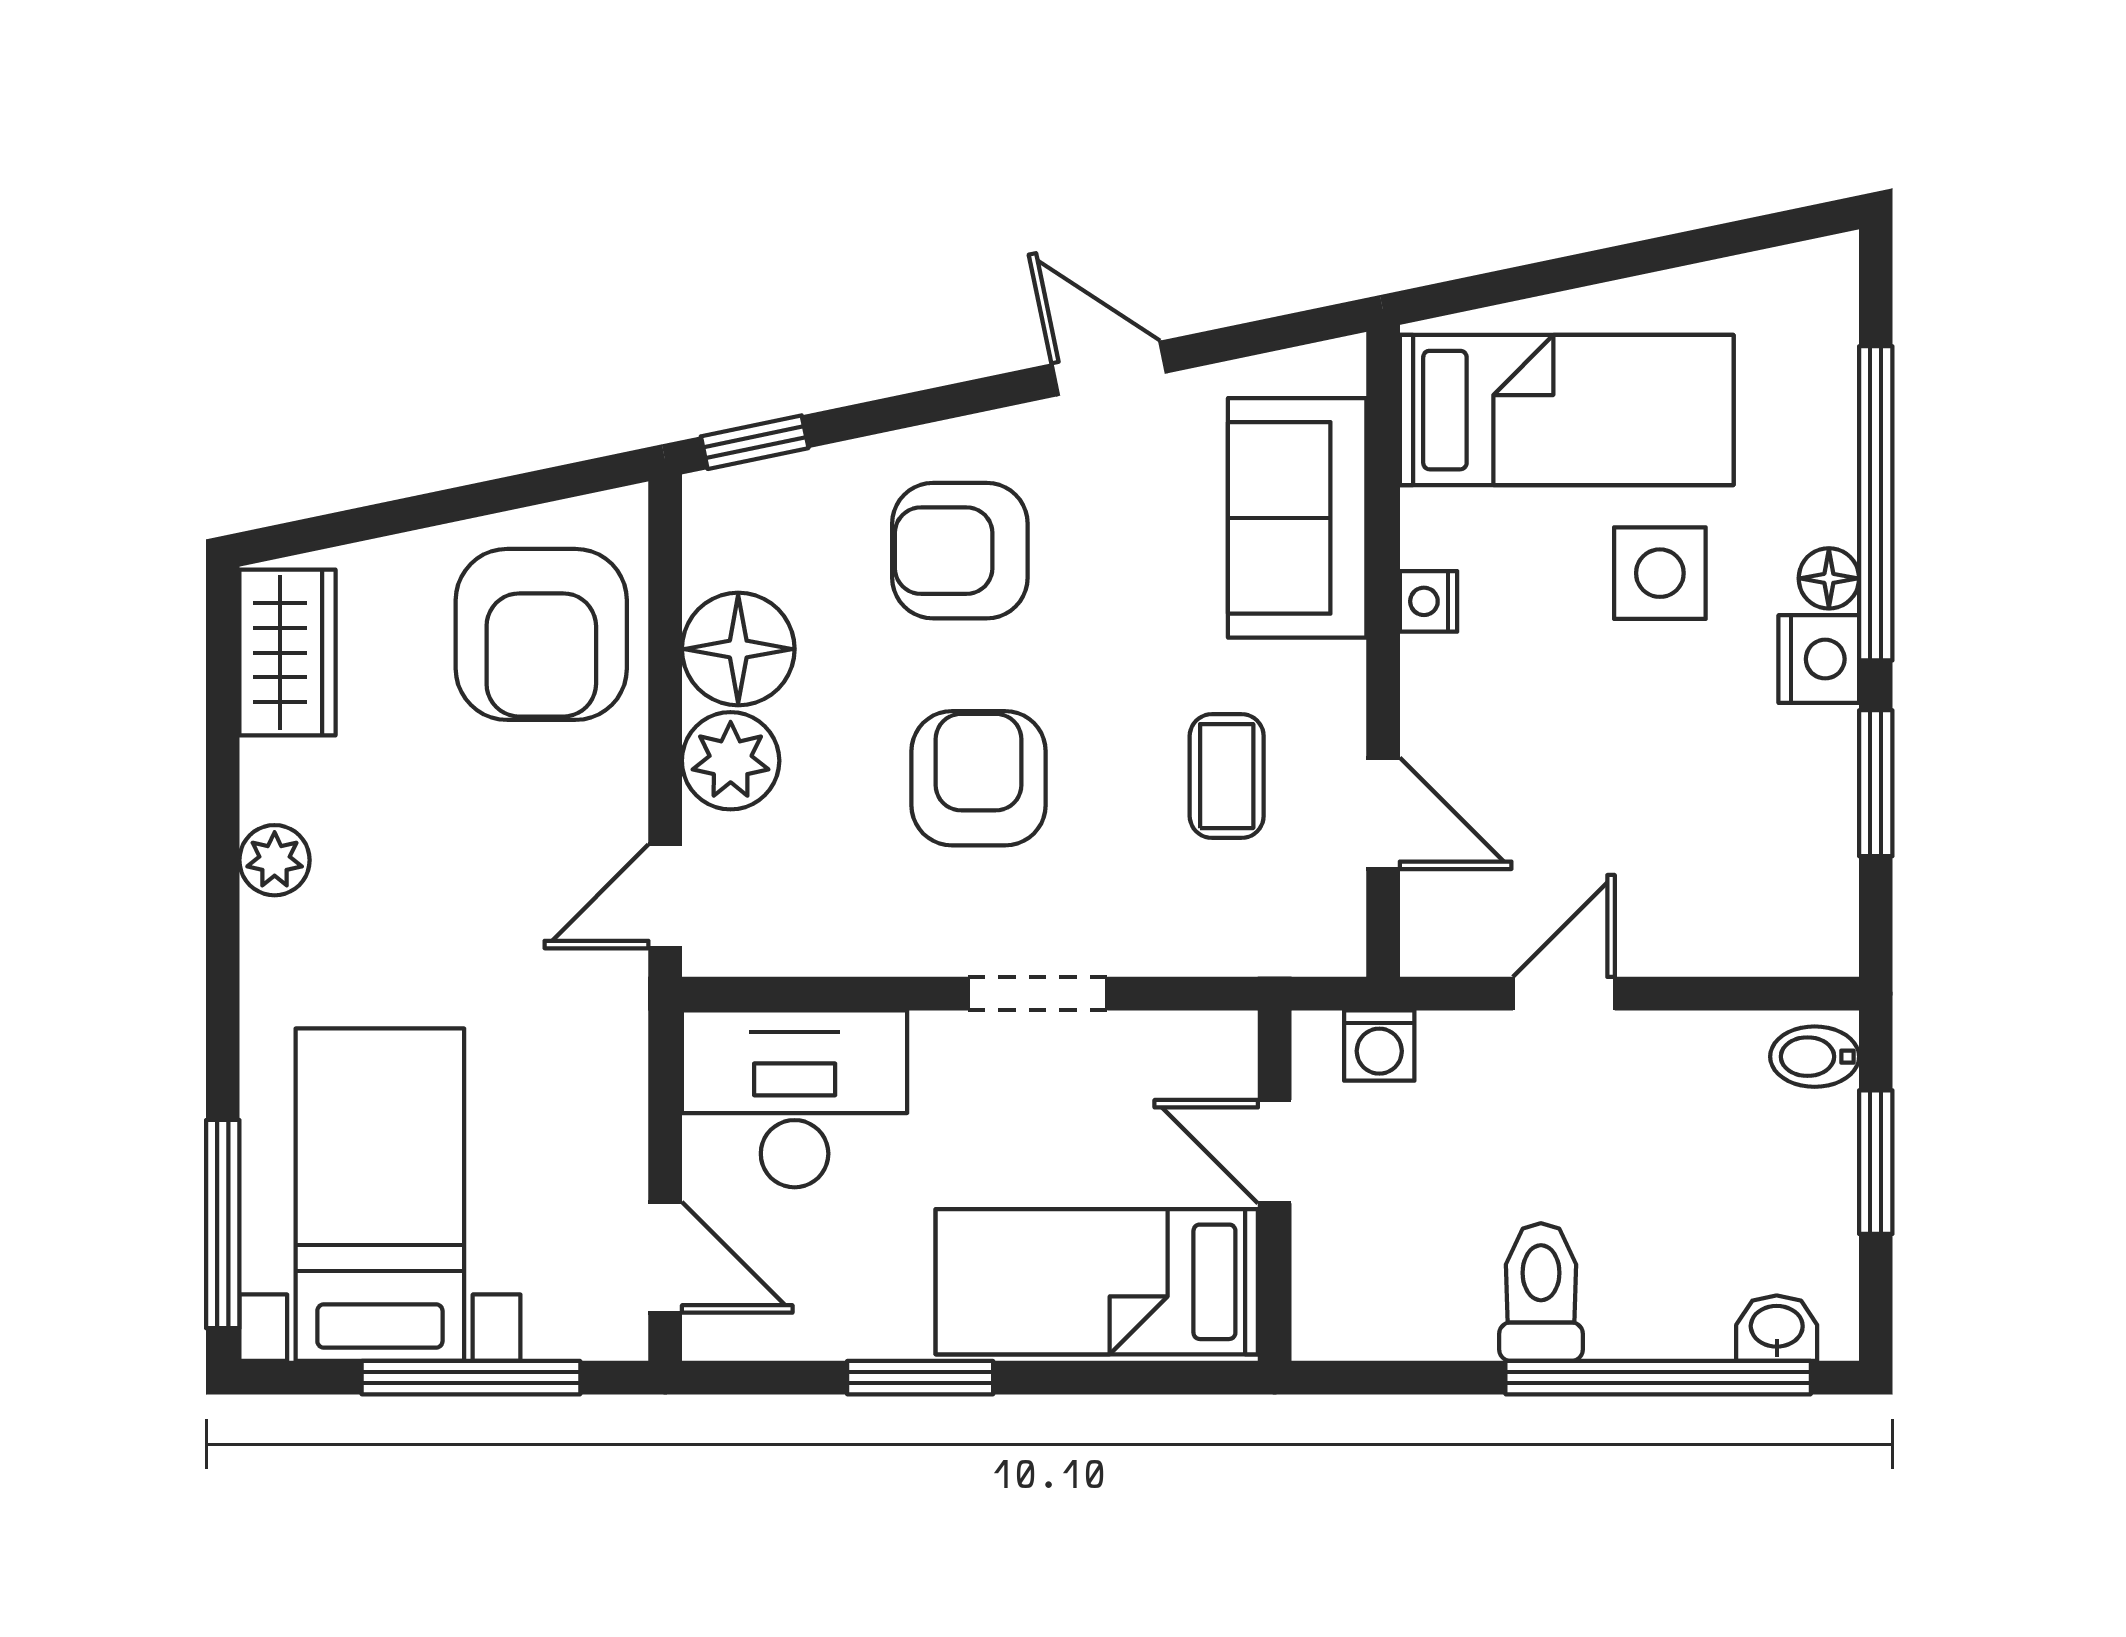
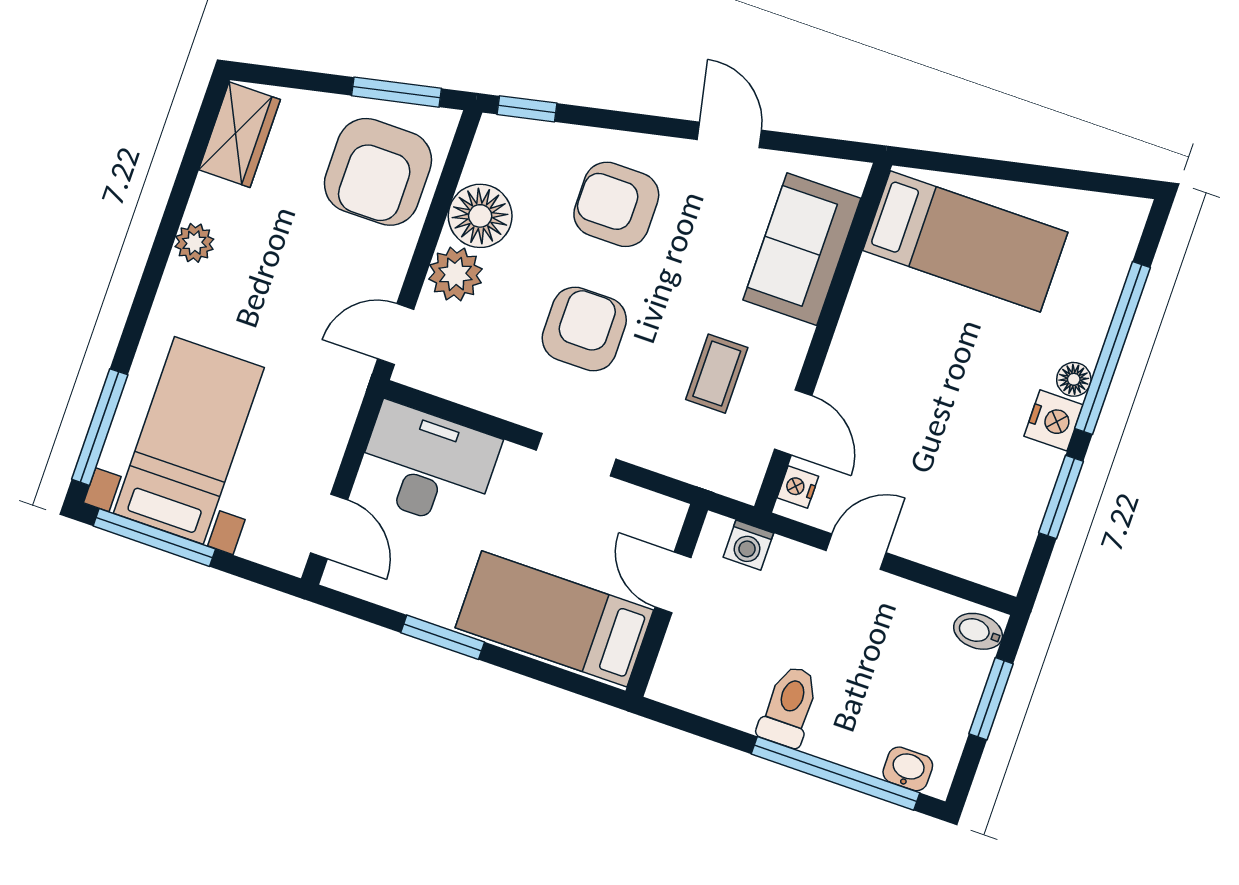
window: (526, 490) -> (397, 92), added
side table: (1660, 573) -> (985, 345), removed
nightstand: (1429, 601) -> (798, 487), moved
window: (471, 1378) -> (154, 537), moved

